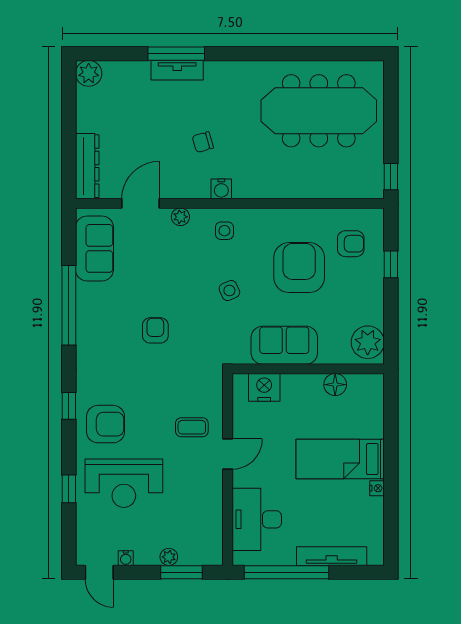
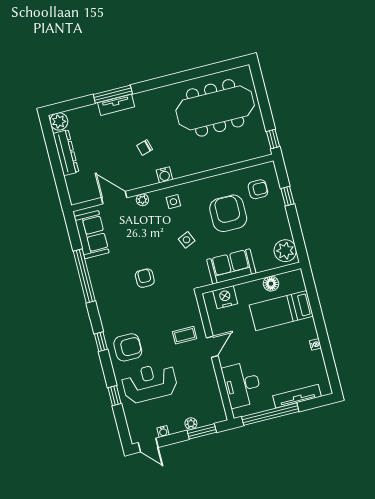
dresser: (87, 166) -> (66, 153), moved
door: (141, 203) -> (114, 198), hinge flipped
bed: (340, 459) -> (281, 311), moved
reception desk: (124, 483) -> (149, 383), turned 180

